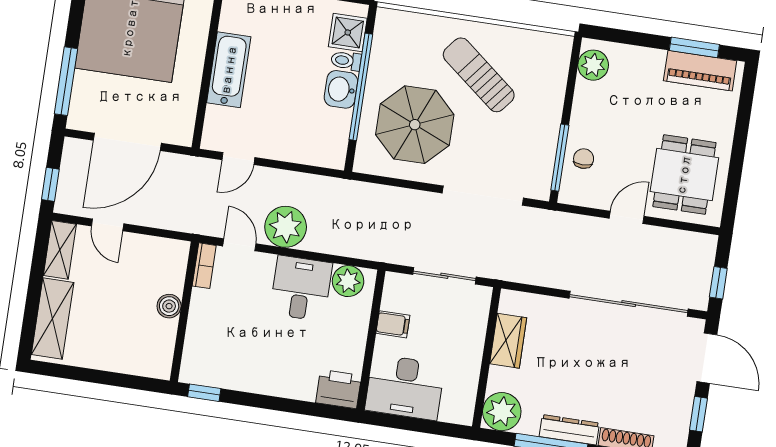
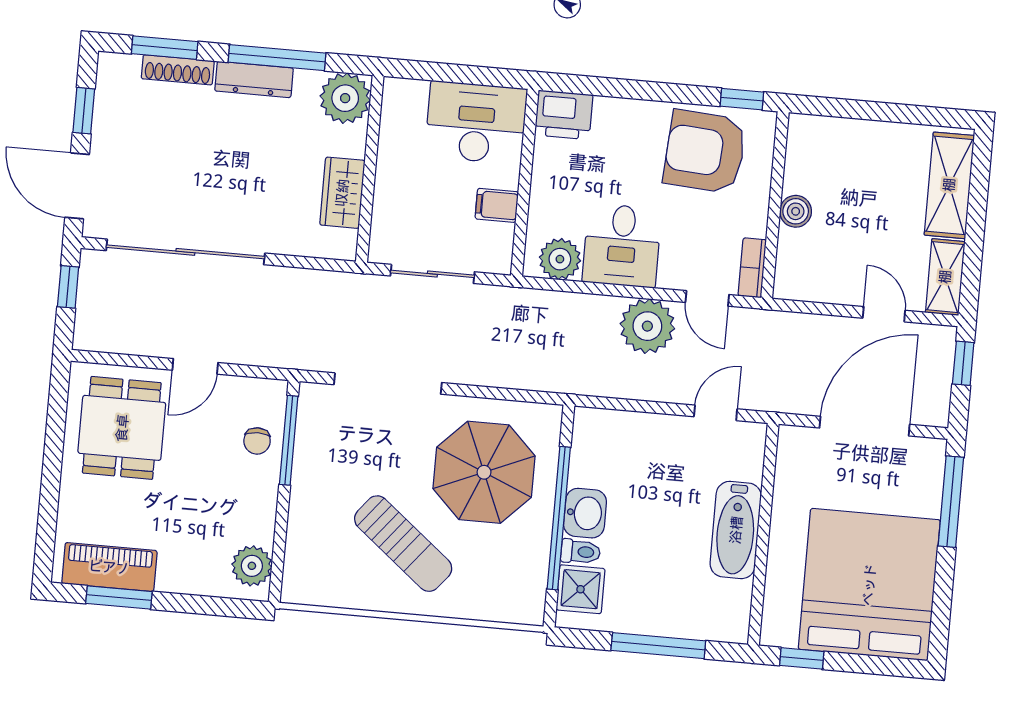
armchair: (234, 355) -> (705, 152), added

